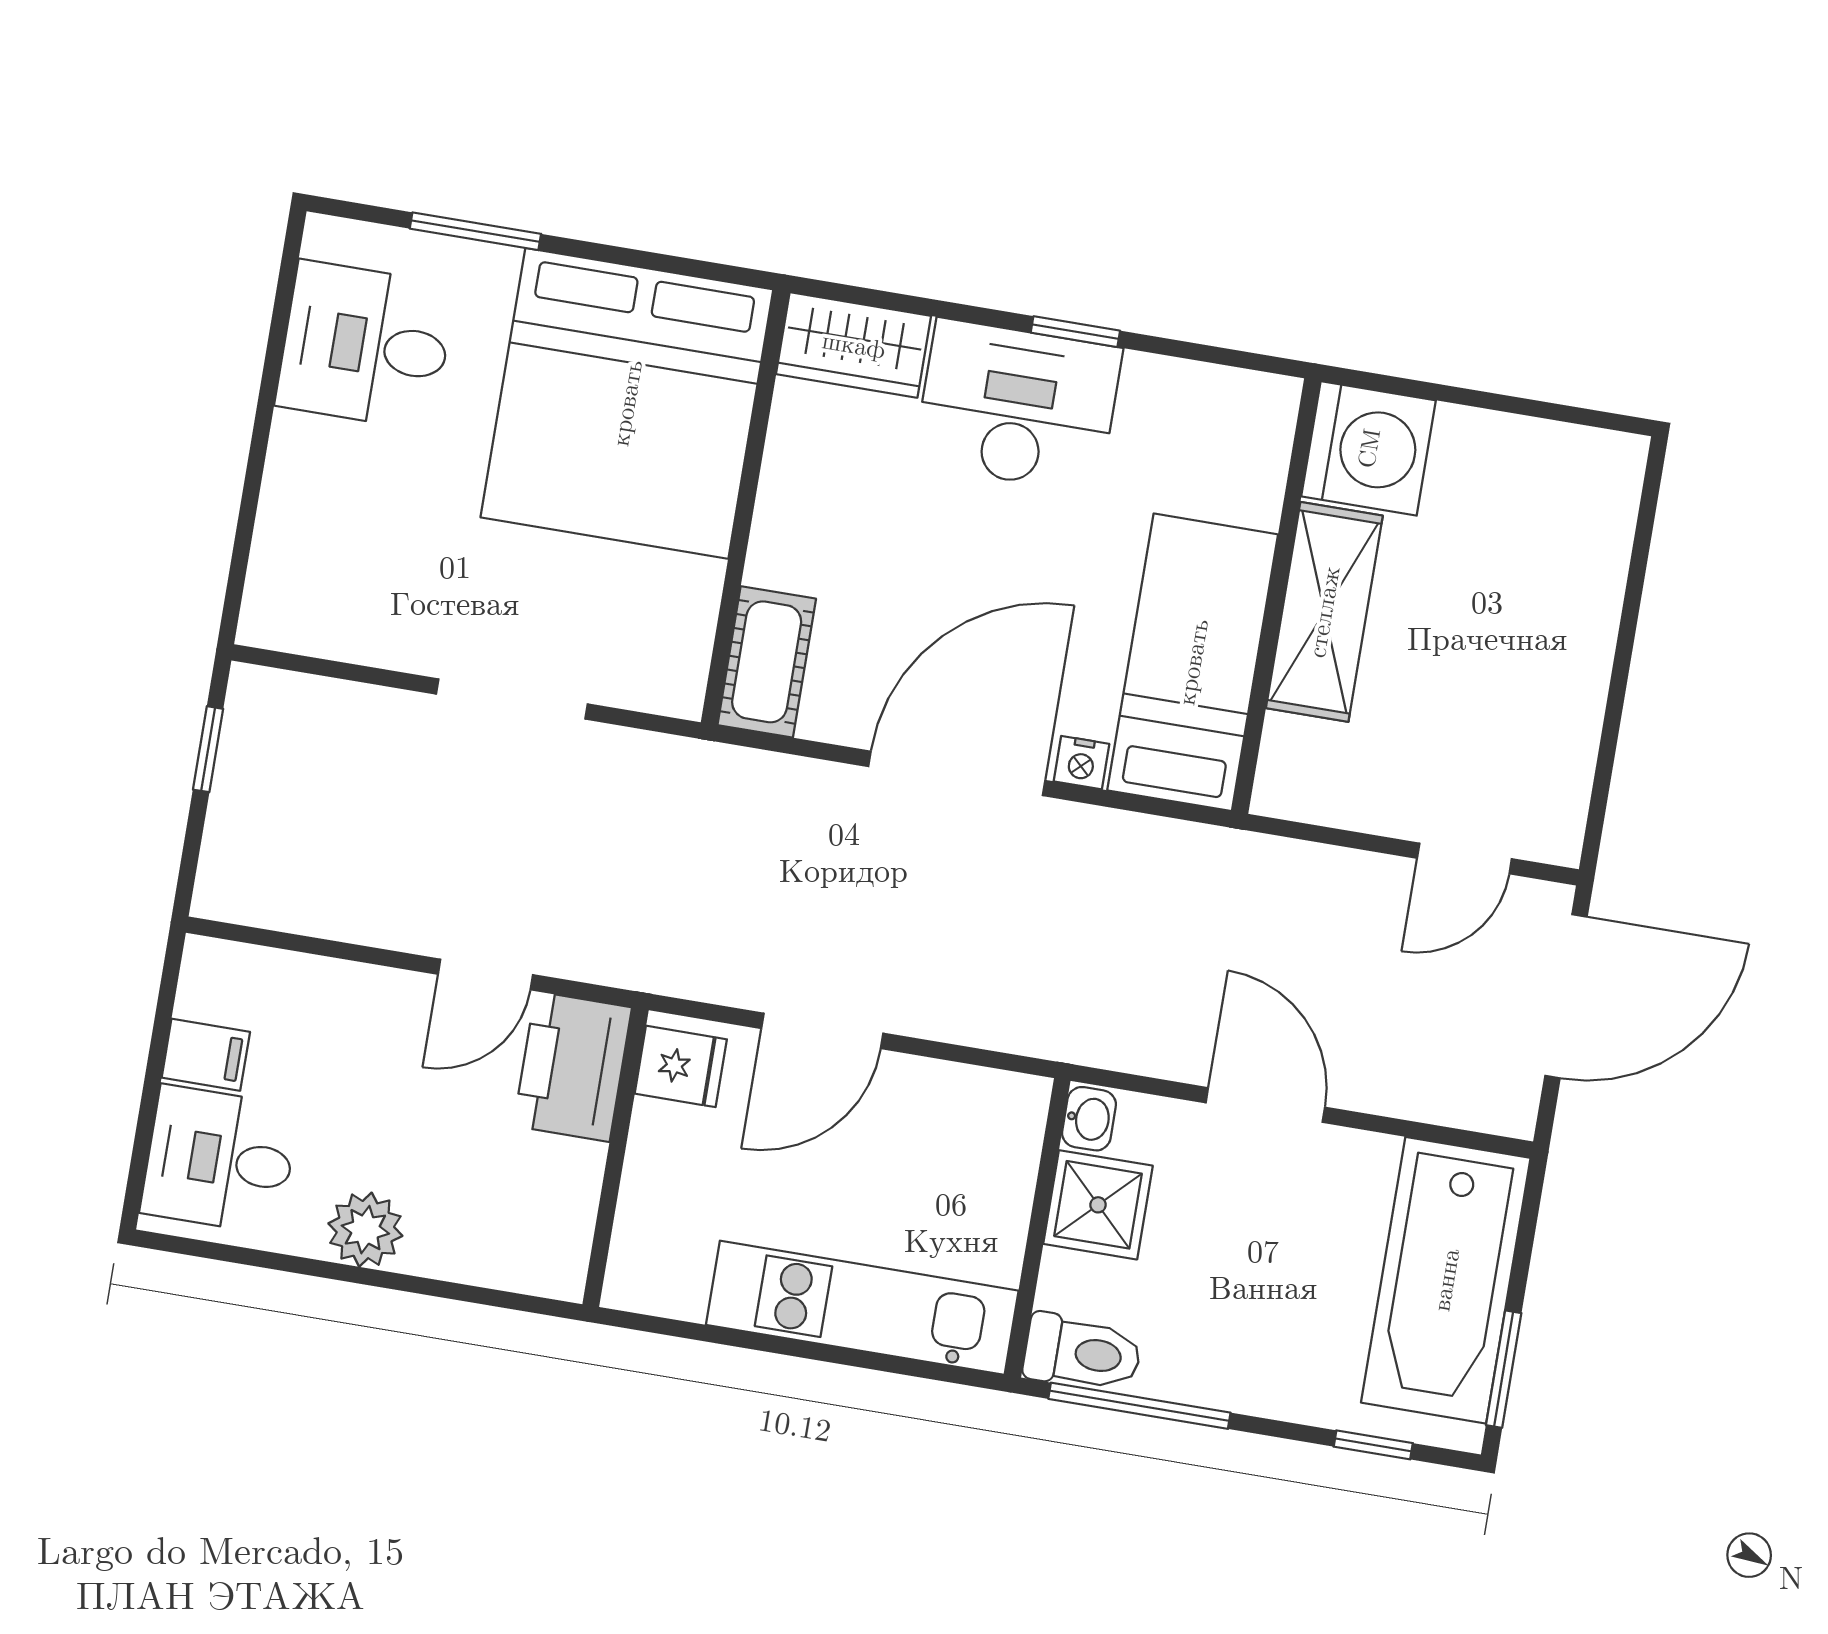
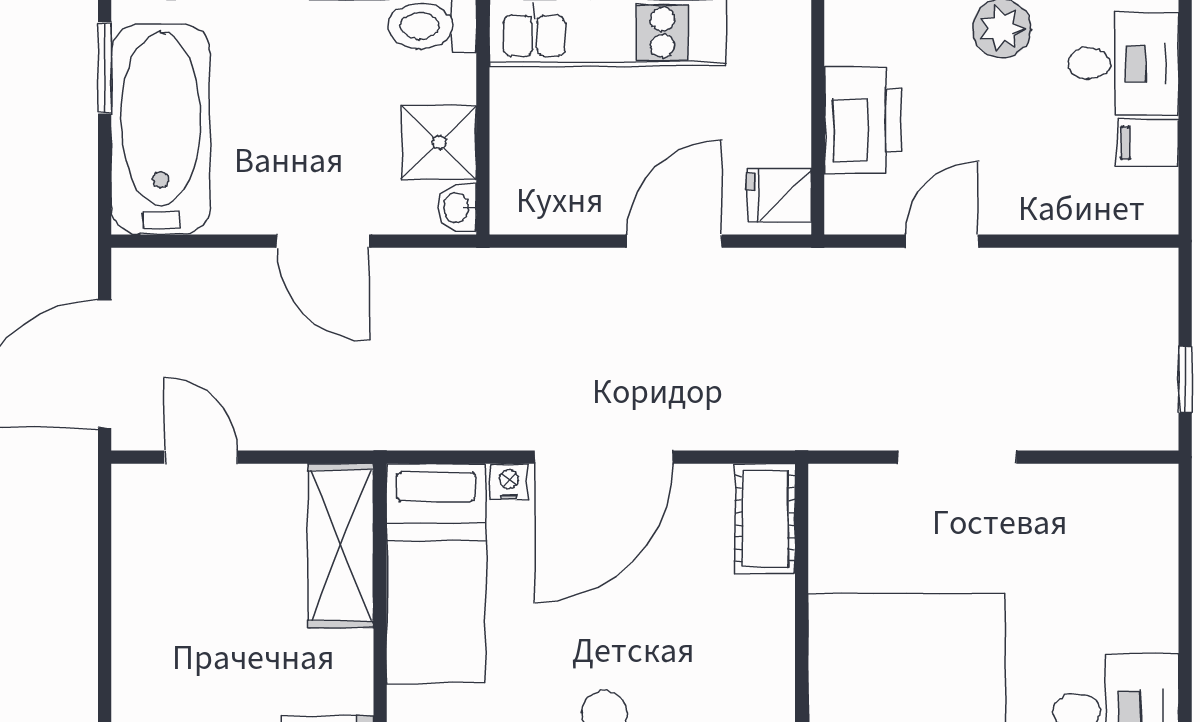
shelving: (1324, 612) -> (341, 546), moved
door: (1464, 858) -> (201, 457), hinge flipped
printer: (573, 1067) -> (863, 120), moved

